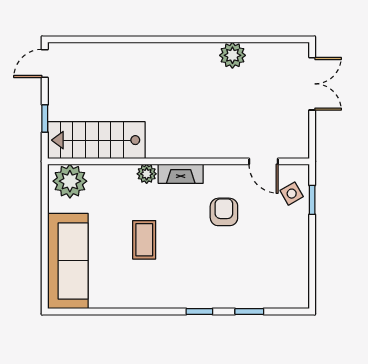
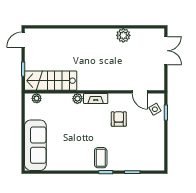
plant: (70, 181) -> (37, 98), width x0.53, depth x0.53
coffee table: (144, 240) -> (101, 158), moved

